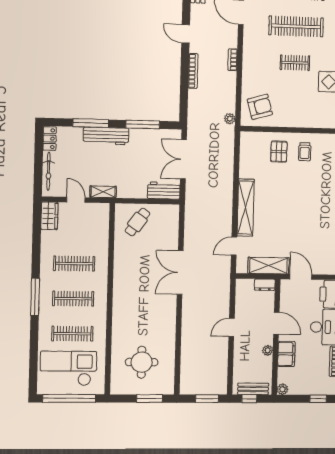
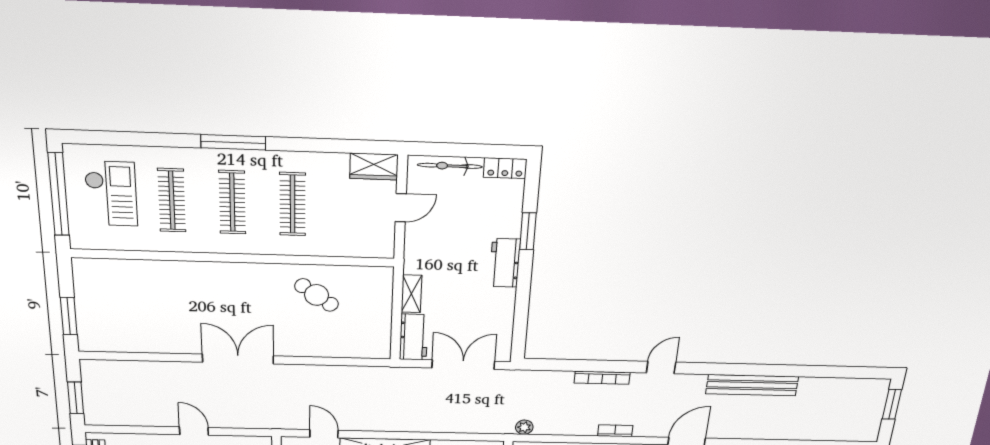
window: (91, 123) -> (528, 231), width x0.69
window: (143, 125) -> (522, 307), removed
workbench: (106, 136) -> (505, 263), width x0.73
shelving: (103, 192) -> (411, 294), moved
cafe table: (137, 222) -> (317, 295), moved
double door: (180, 272) -> (238, 359), moved
round table: (142, 362) -> (129, 304), removed
checkout: (68, 368) -> (111, 194), width x0.73, depth x0.83

